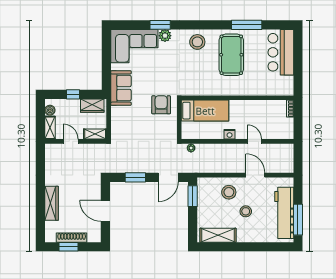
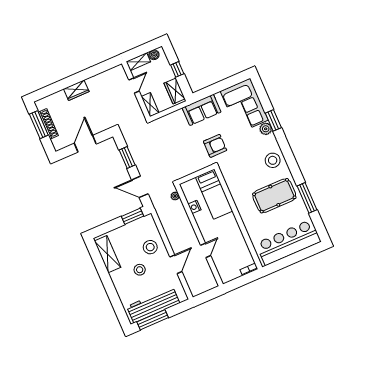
bar counter: (281, 52) -> (288, 242), width x1.36
armchair: (161, 105) -> (215, 146), moved
nightstand: (230, 134) -> (194, 207), moved
wardrobe: (51, 203) -> (76, 90), width x0.67
window: (68, 247) -> (39, 125), width x1.44

